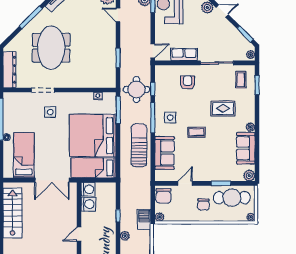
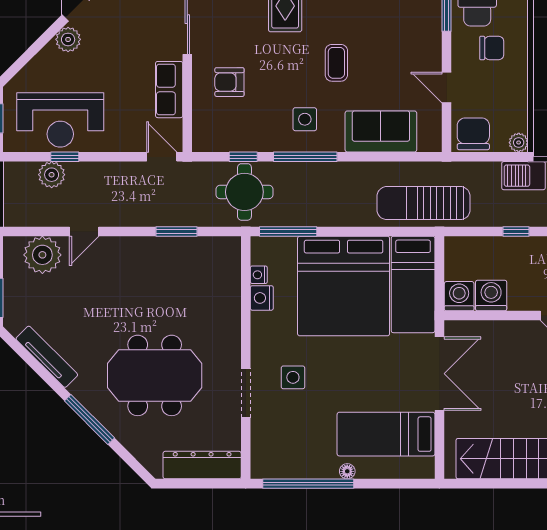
nightstand: (87, 98) -> (262, 298), added
sun lounger: (139, 145) -> (424, 203), moved
chair: (163, 196) -> (473, 134), turned -90

